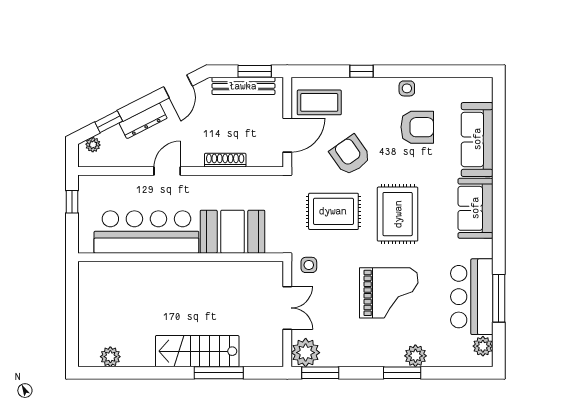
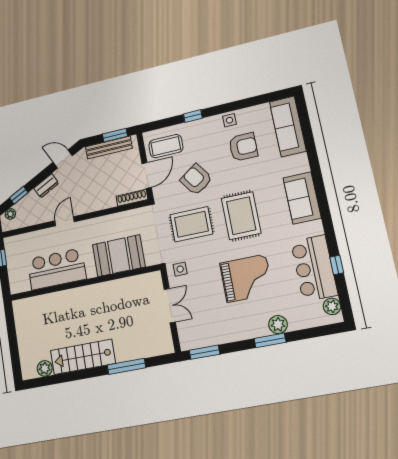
door: (178, 86) -> (63, 159), swing flipped
dresser: (143, 121) -> (46, 186), width x0.70
sofa: (477, 139) -> (288, 126), moved
shoe rack: (225, 160) -> (132, 198), moved
bar counter: (146, 232) -> (57, 269), width x0.73
window: (499, 298) -> (337, 265), width x0.46
stairs: (197, 351) -> (83, 357), moved
plant: (306, 353) -> (190, 338), removed

